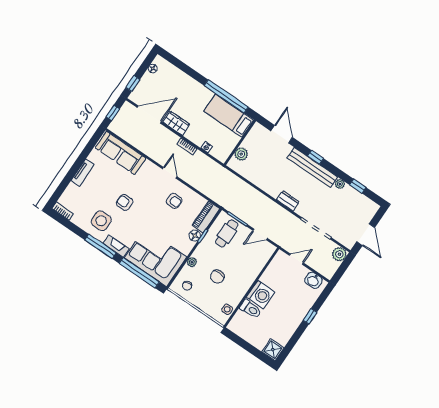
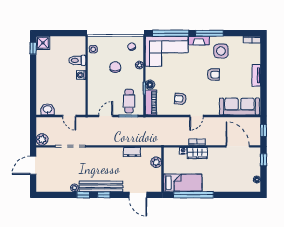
door: (149, 115) -> (238, 146), swing flipped
wardrobe: (176, 123) -> (197, 153), moved
door: (170, 173) -> (196, 116), hinge flipped
window: (358, 186) -> (83, 195), moved
dresser: (288, 201) -> (132, 152), moved
door: (366, 235) -> (33, 165), hinge flipped
door: (296, 259) -> (69, 116), hinge flipped
washing machine: (261, 295) -> (81, 75), width x0.53, depth x0.53
window: (310, 316) -> (33, 48), moved

